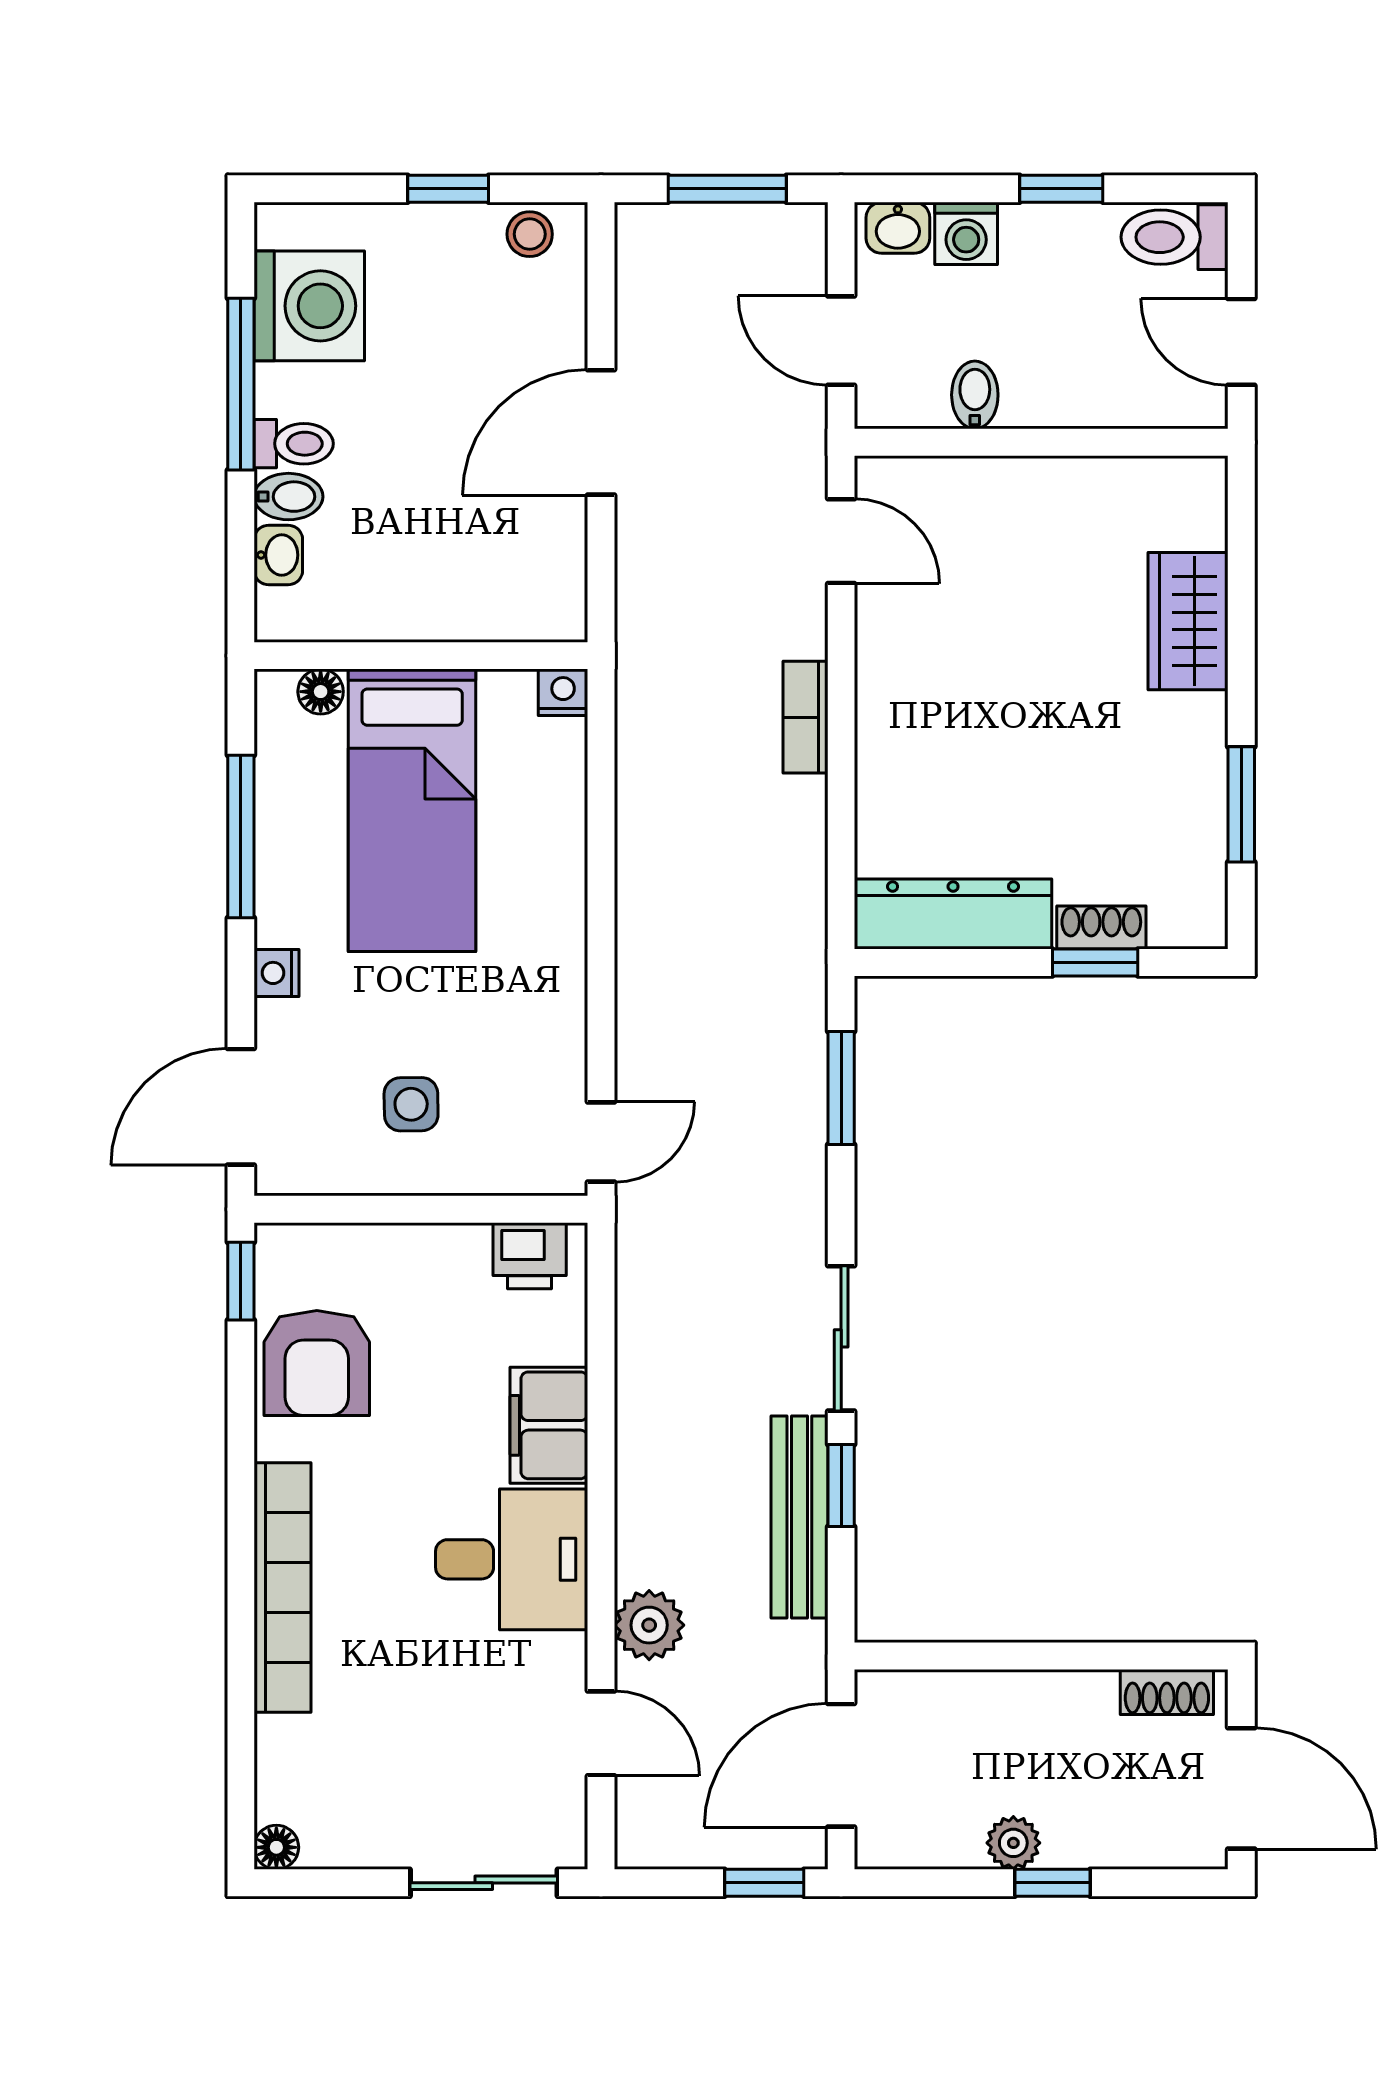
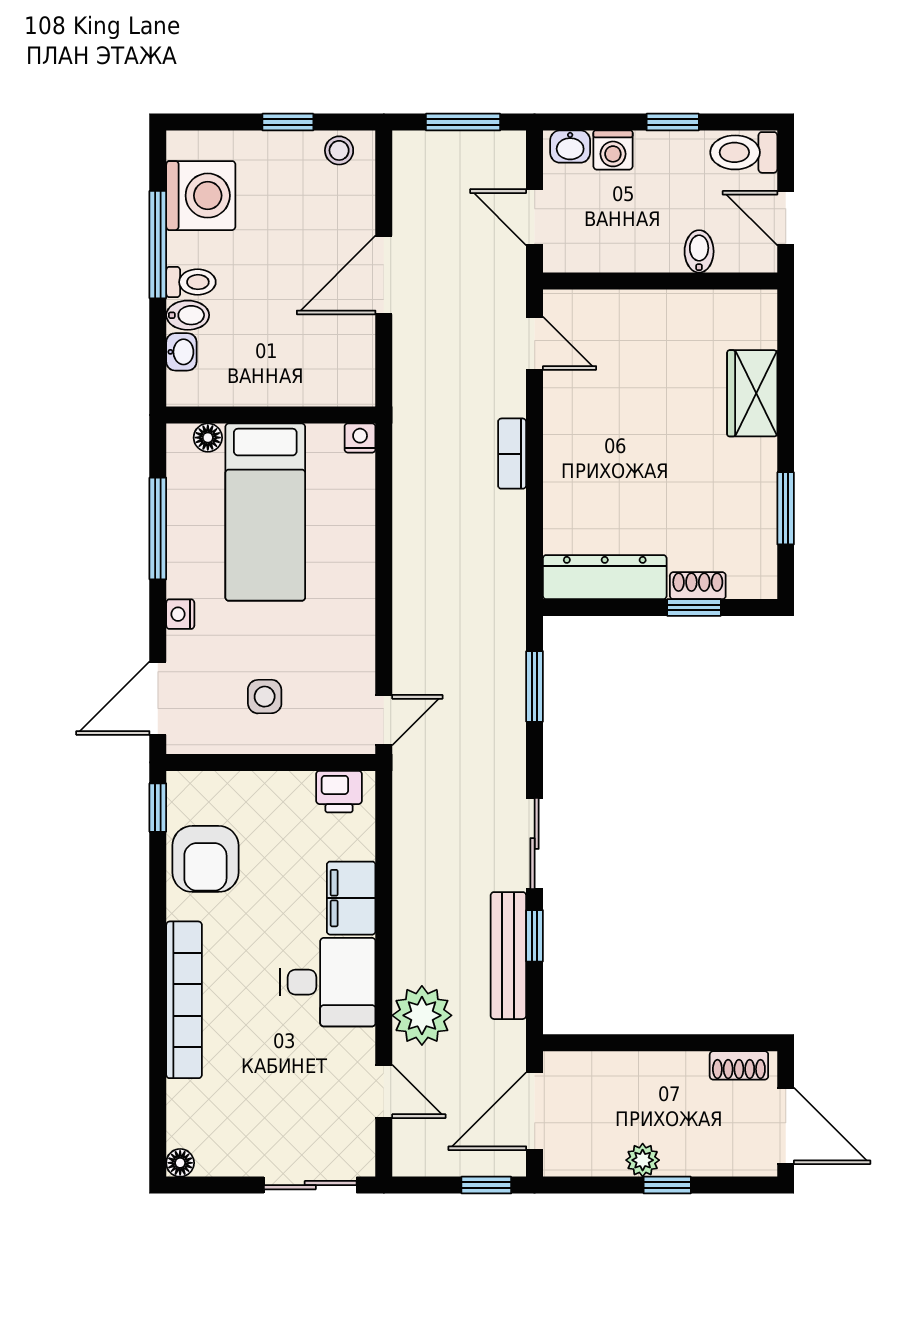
bidet: (975, 395) -> (699, 251), moved
plant: (649, 1625) -> (422, 1015), width x1.36, depth x1.36

